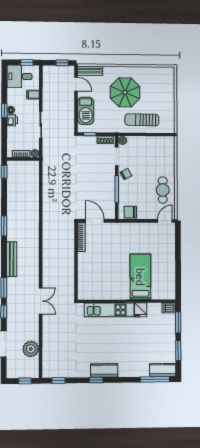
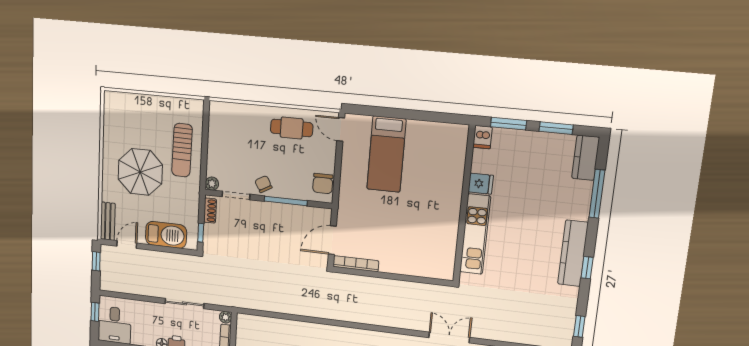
filing cabinet: (33, 95) -> (141, 309), removed
bed: (140, 277) -> (386, 154), moved, turned -90
kitchen counter: (104, 370) -> (573, 253), width x1.50
window: (155, 379) -> (597, 194), moved

